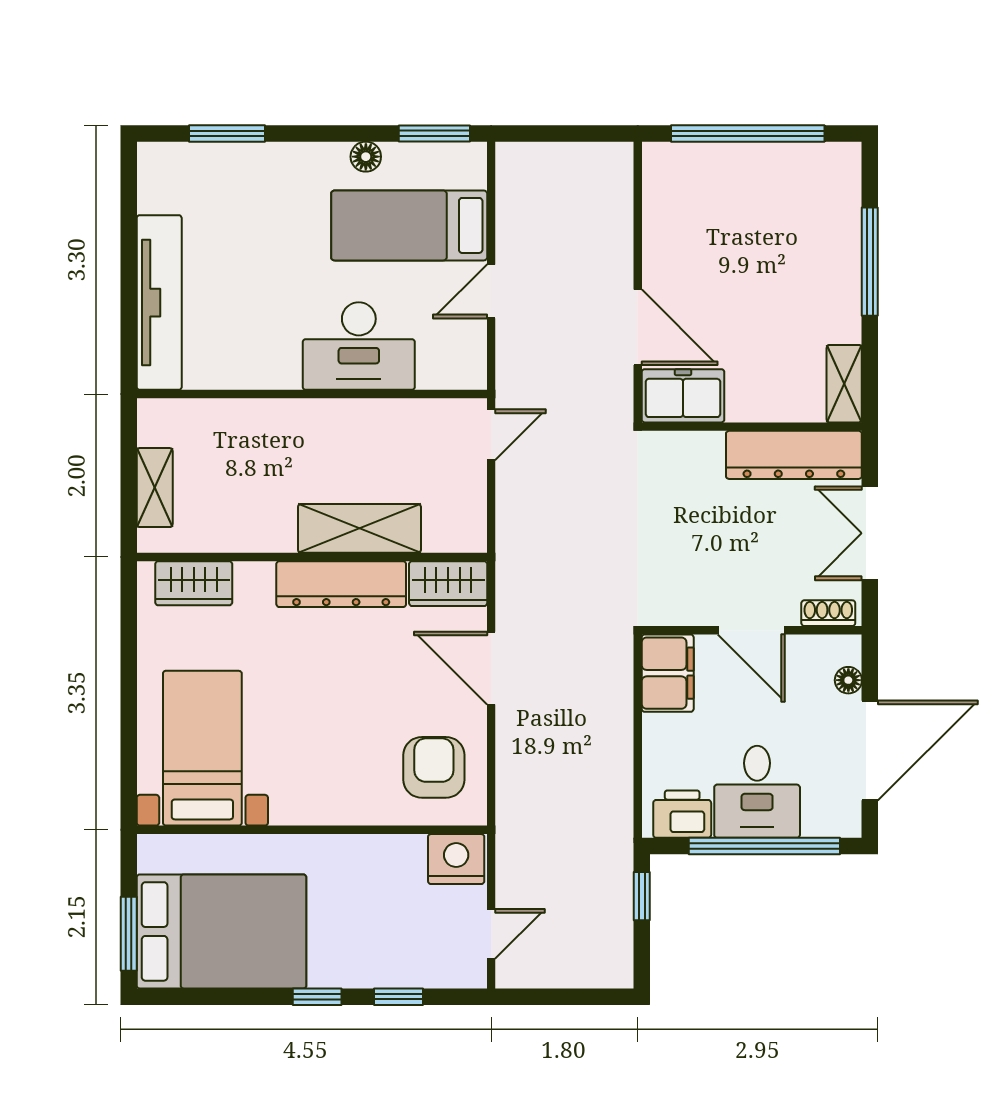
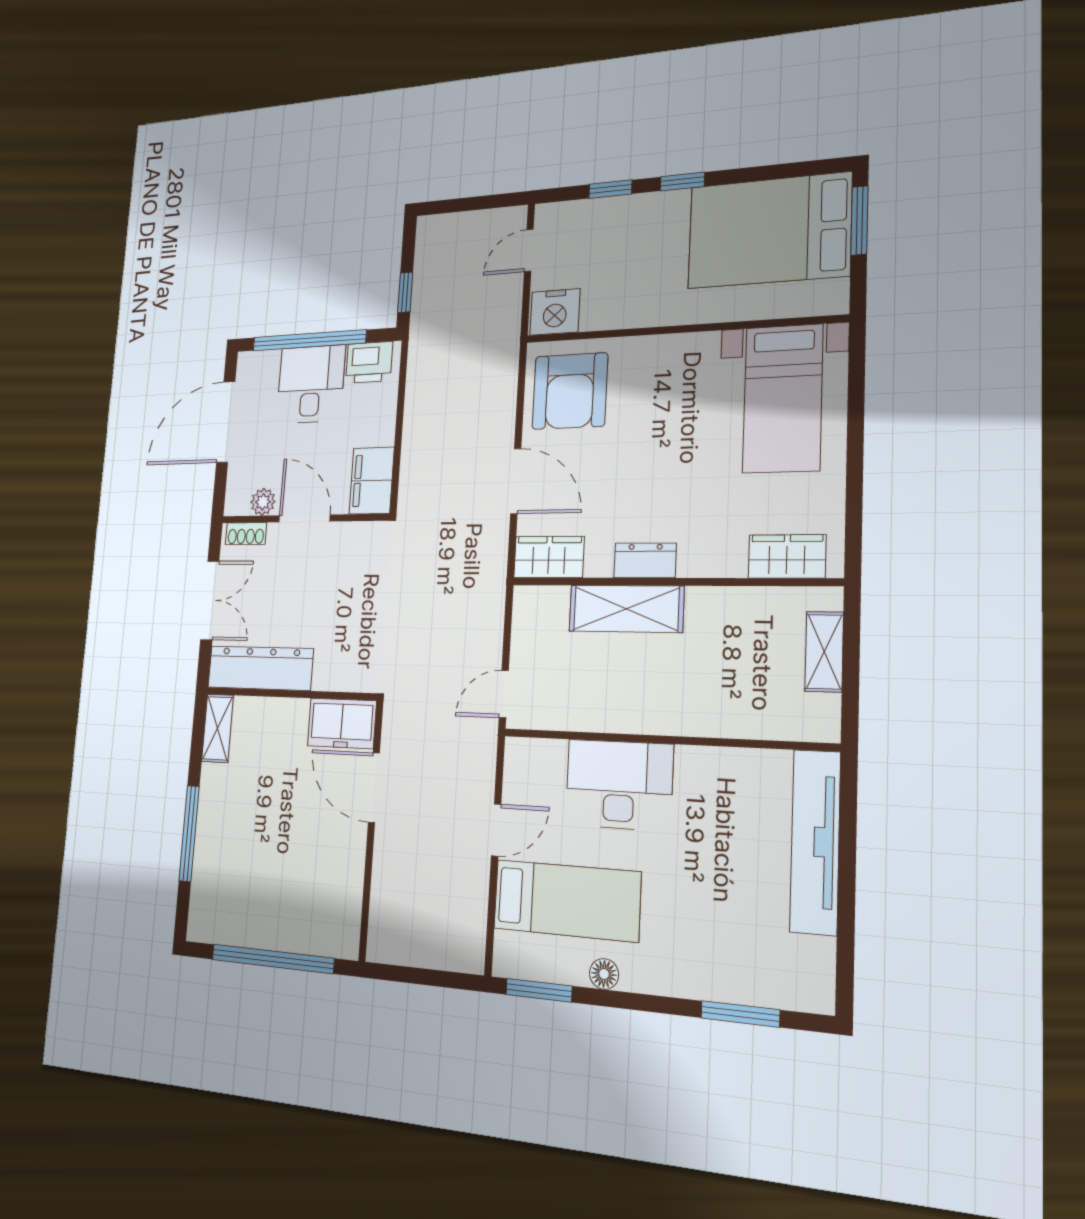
dresser: (341, 584) -> (645, 560), width x0.51, depth x0.80
plant: (809, 651) -> (263, 502), added
floor lamp: (848, 680) -> (236, 478), removed
armchair: (434, 767) -> (570, 391), width x1.36, depth x1.36

